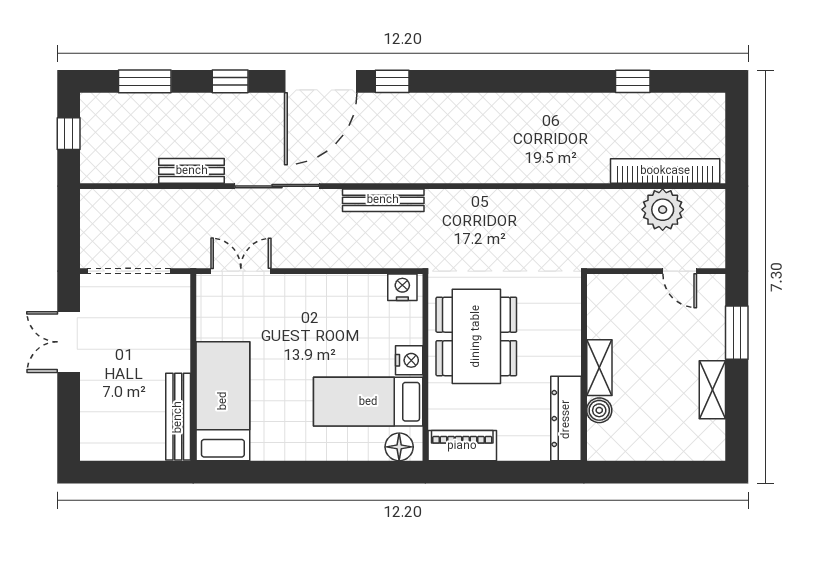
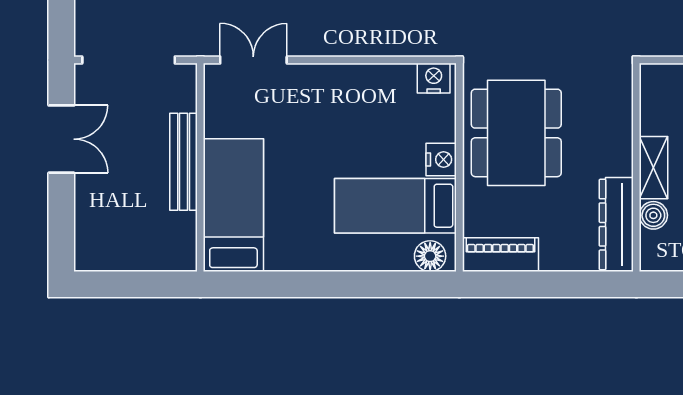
double door: (69, 342) -> (61, 139), swing flipped
bench: (178, 417) -> (184, 162), moved

